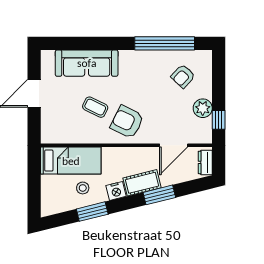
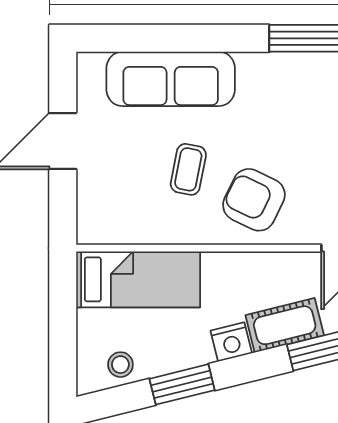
coffee table: (95, 107) -> (188, 169), turned 75
stool: (83, 188) -> (120, 365), moved

